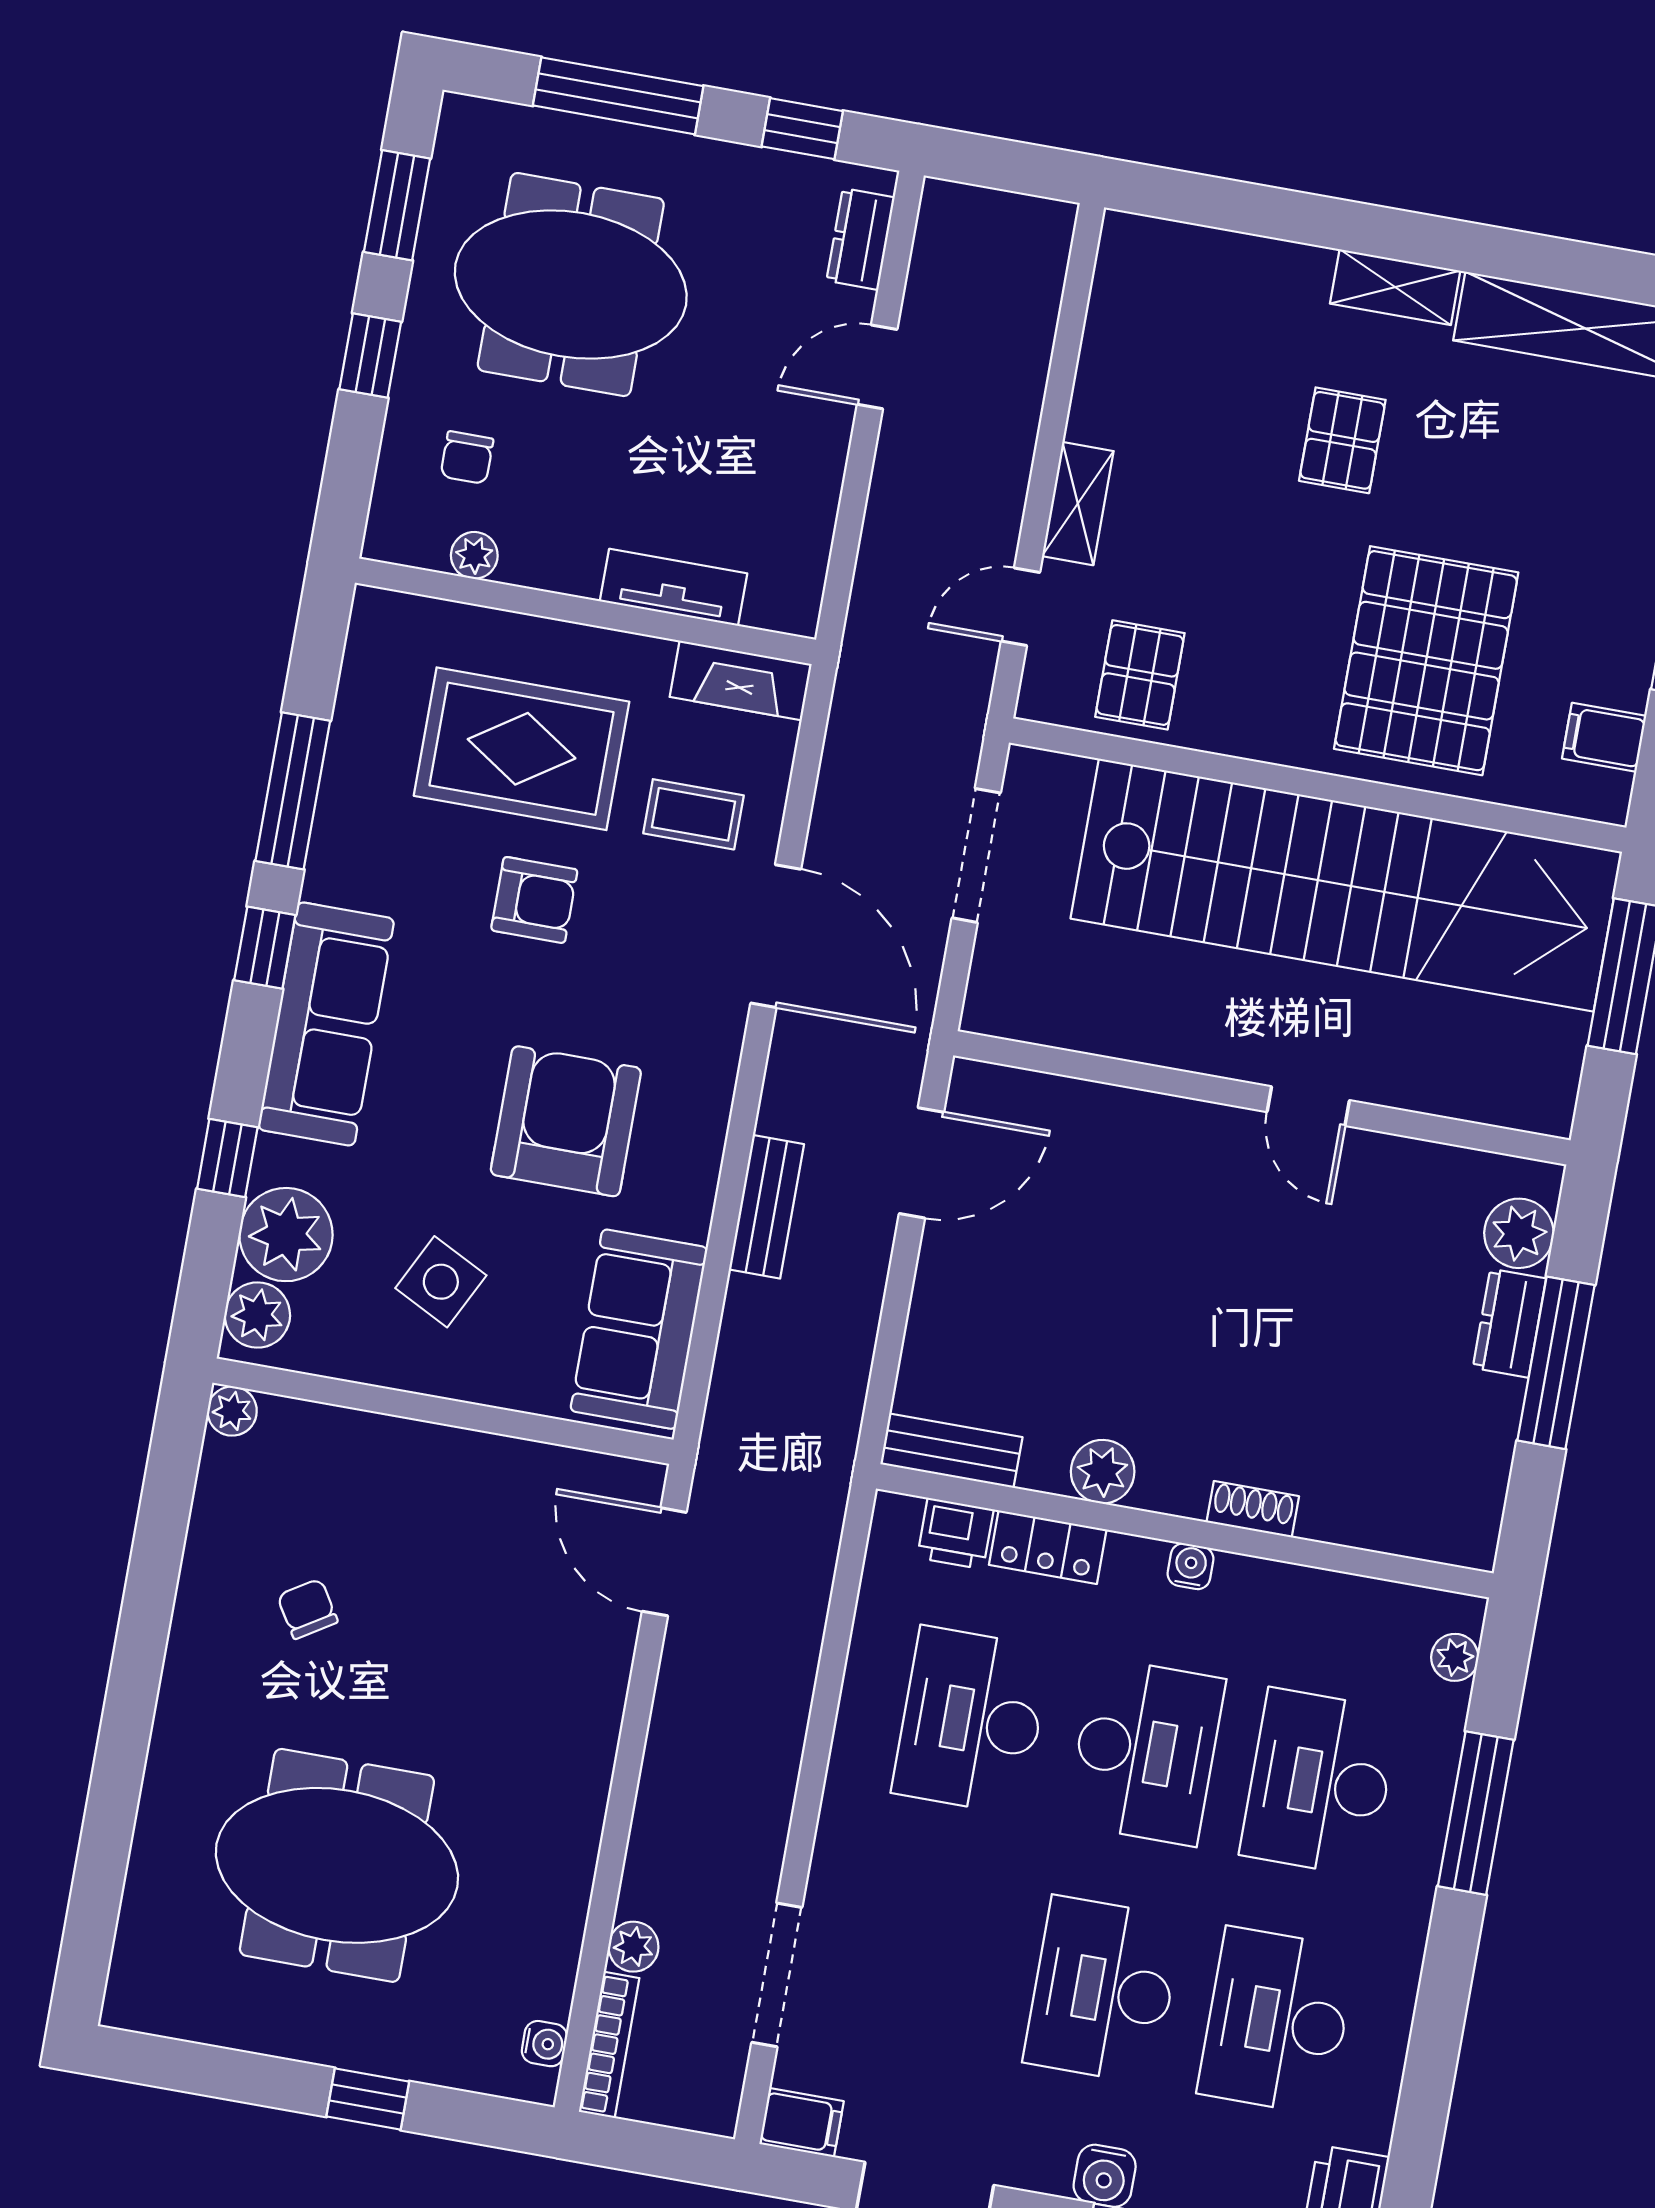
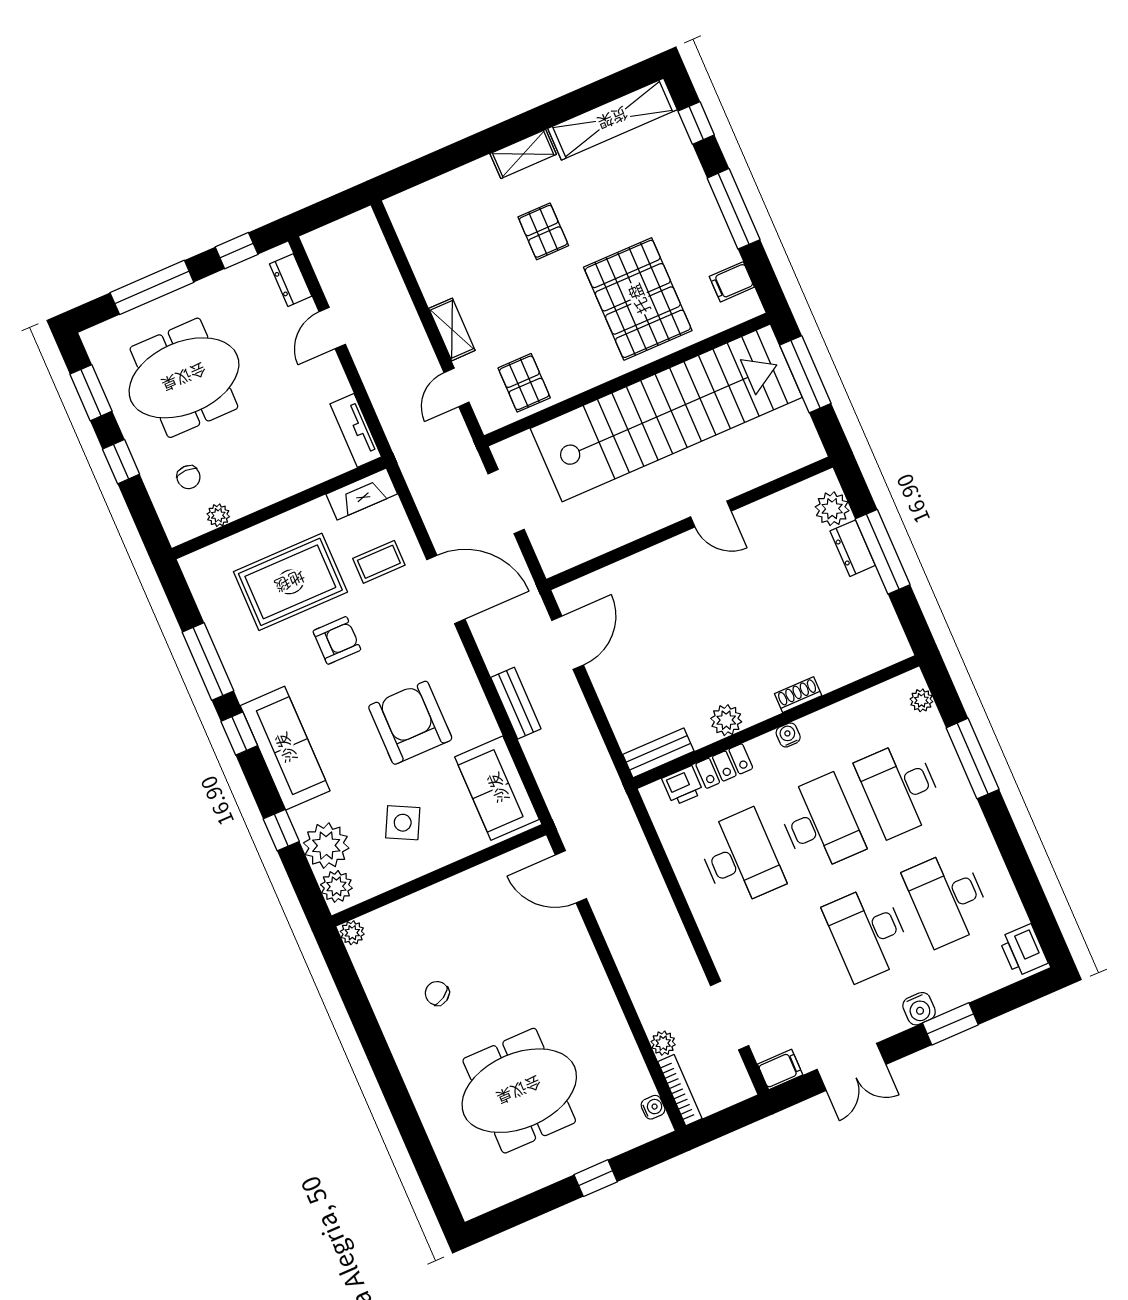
tv unit: (674, 587) -> (356, 430), moved, turned -90
desk: (971, 1720) -> (740, 858), turned 180

